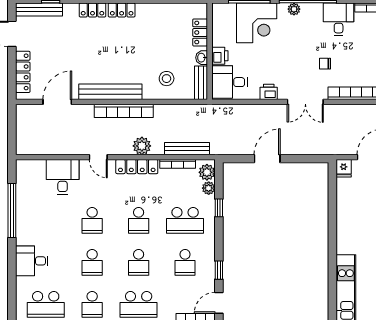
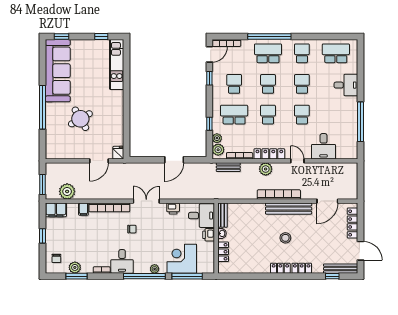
stool: (167, 79) -> (285, 238), moved
bench: (187, 149) -> (228, 167), width x0.73

